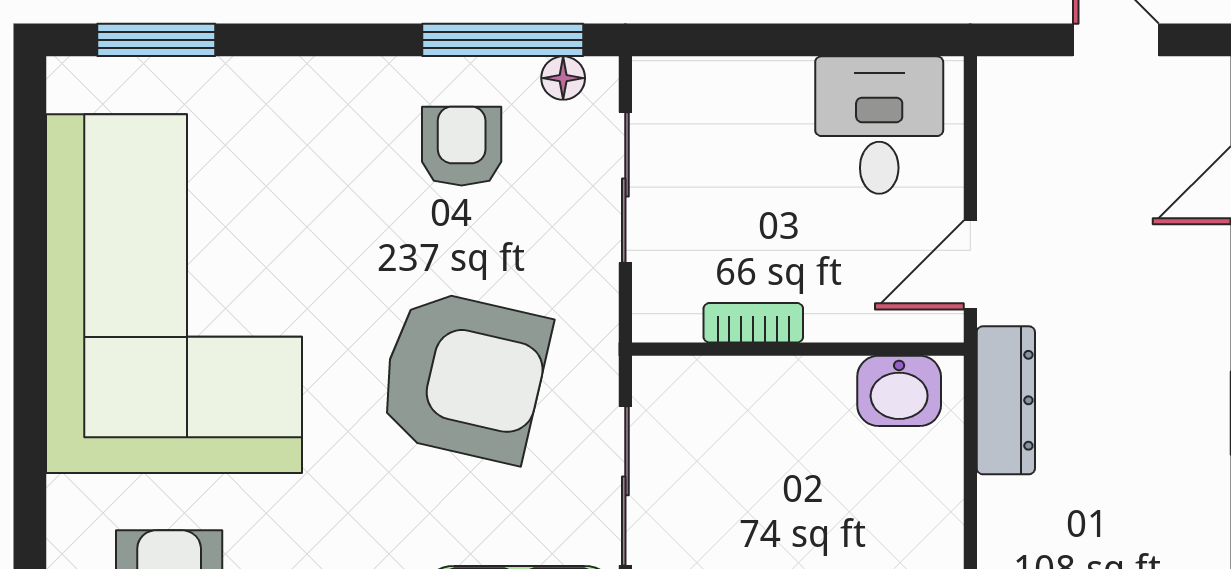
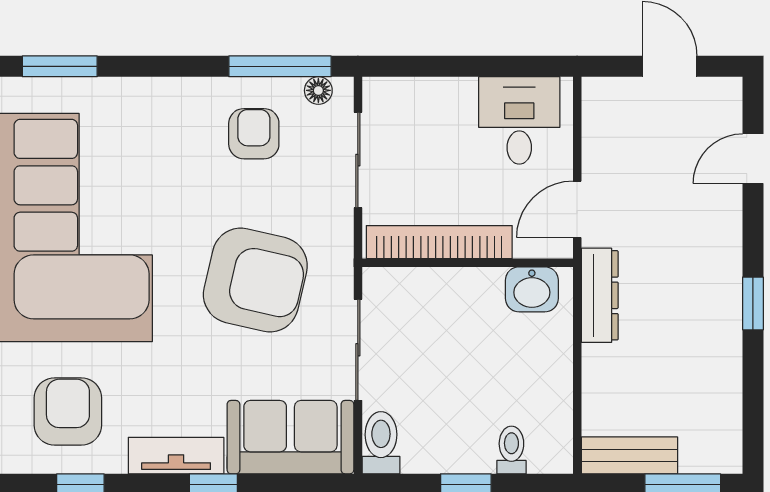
bookcase: (753, 323) -> (439, 242), width x2.31, depth x1.31

